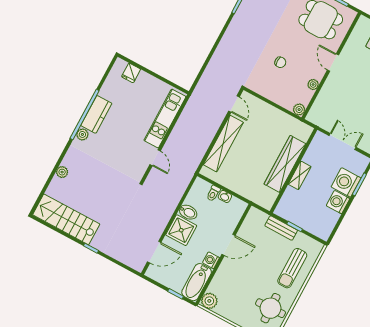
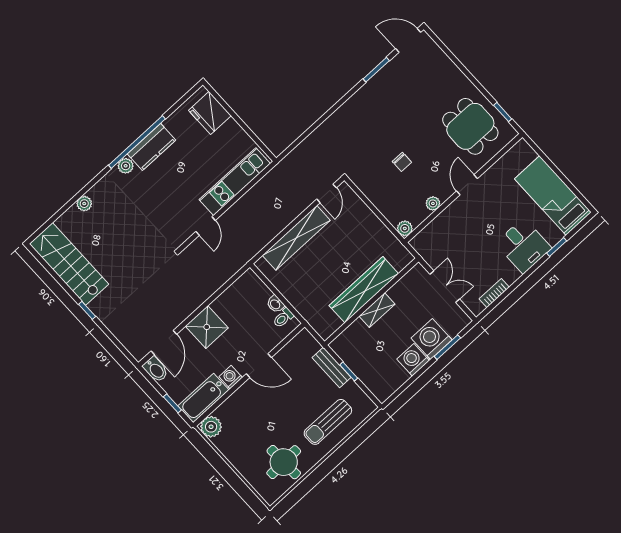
fridge: (131, 73) -> (210, 113), width x1.88, depth x1.34
toilet: (213, 193) -> (283, 318), moved
bidet: (188, 212) -> (156, 369), moved
door: (154, 252) -> (164, 343), hinge flipped

